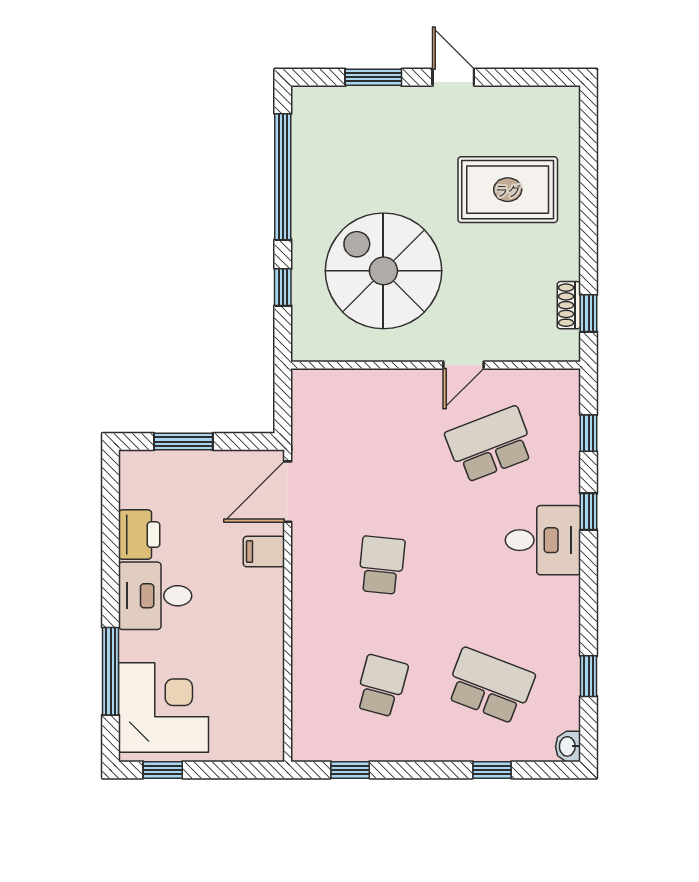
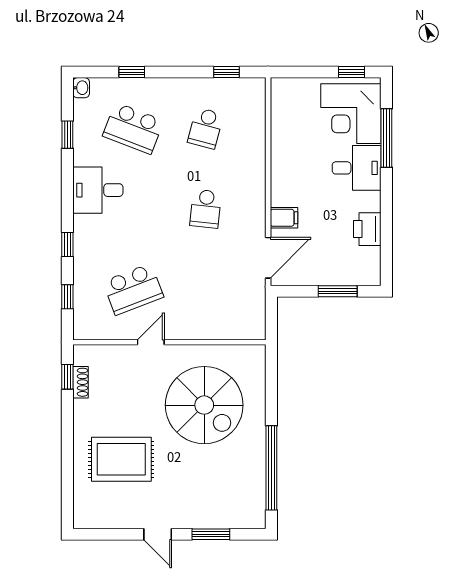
window: (283, 287) -> (271, 394), removed
desk: (543, 540) -> (98, 190), moved
desk: (155, 596) -> (357, 168), moved

